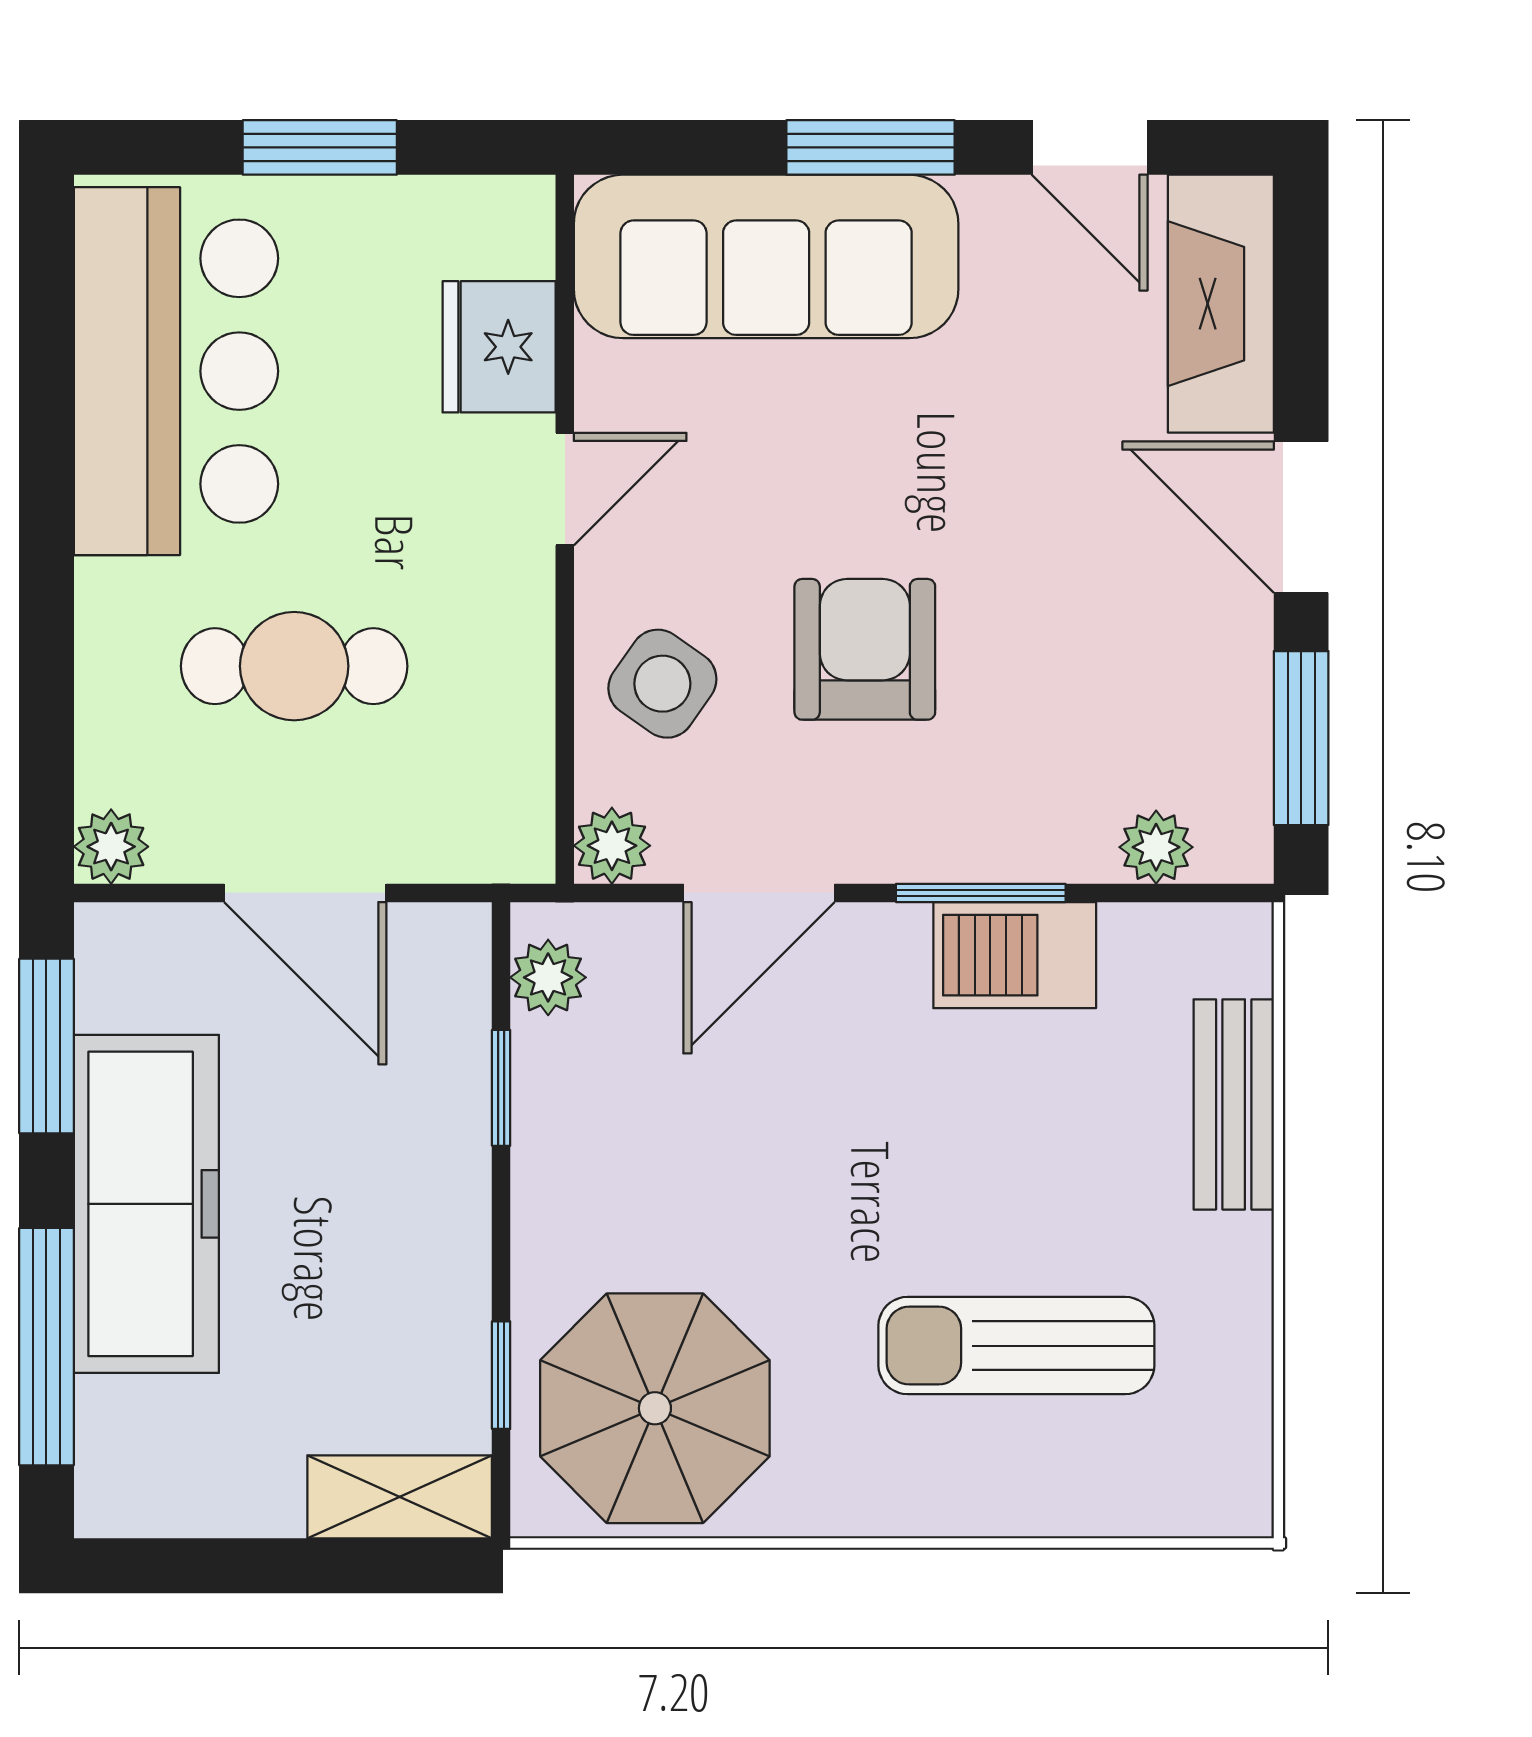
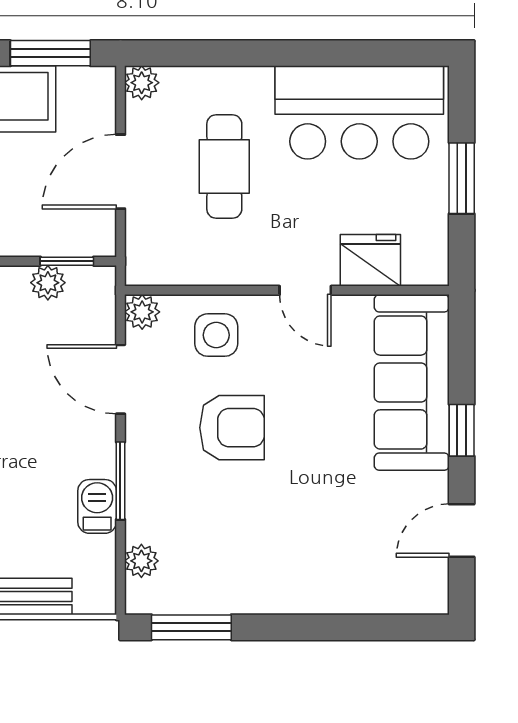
window: (871, 147) -> (462, 430), width x0.67
fireplace: (1221, 304) -> (390, 591), removed
door: (1301, 517) -> (292, 627), removed
side table: (662, 684) -> (216, 335), turned -35
barbecue: (1015, 955) -> (97, 506), width x0.73, depth x0.79
plant: (548, 977) -> (48, 283), moved
window: (501, 1088) -> (67, 261), moved

